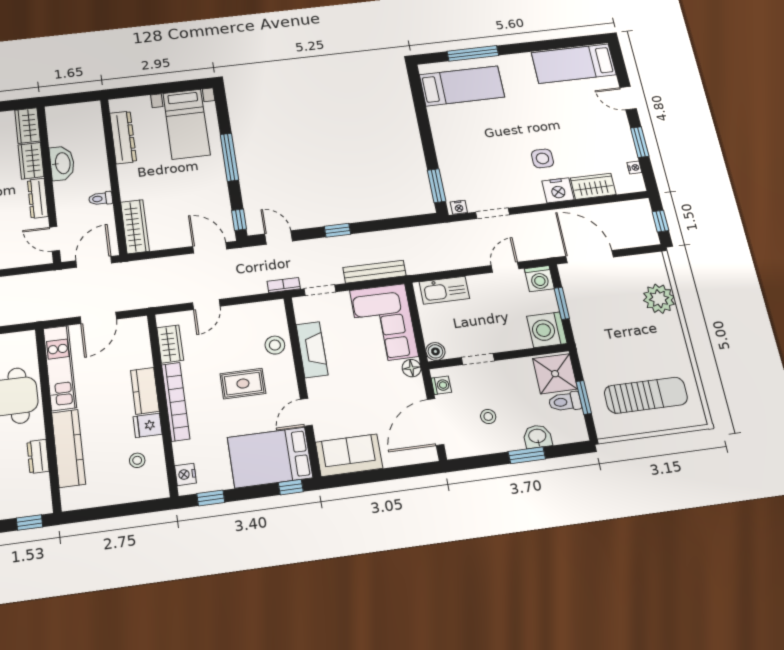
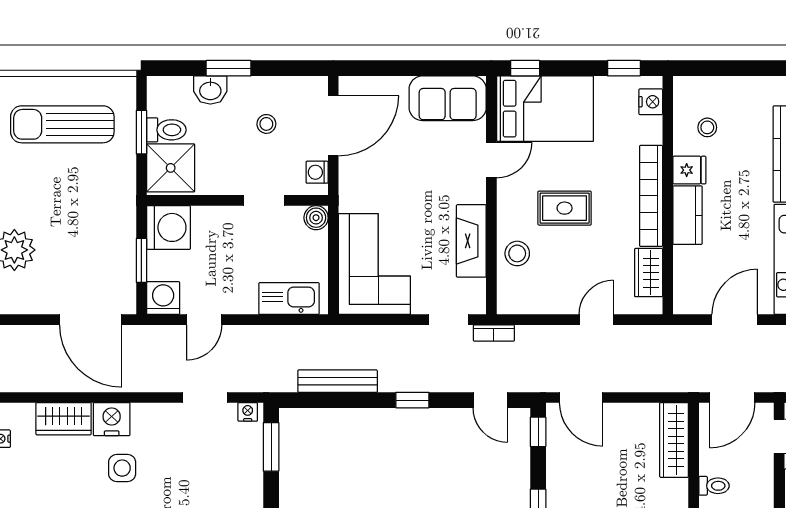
bench: (374, 272) -> (338, 381), moved
floor lamp: (412, 368) -> (350, 200), removed

